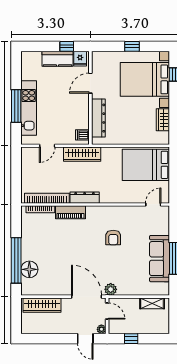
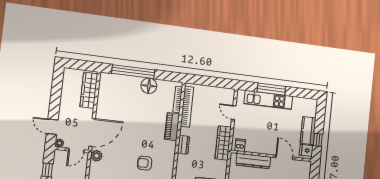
dresser: (85, 198) -> (184, 145), width x0.70
floor lamp: (29, 269) -> (149, 86), moved
door: (85, 339) -> (52, 127), hinge flipped

